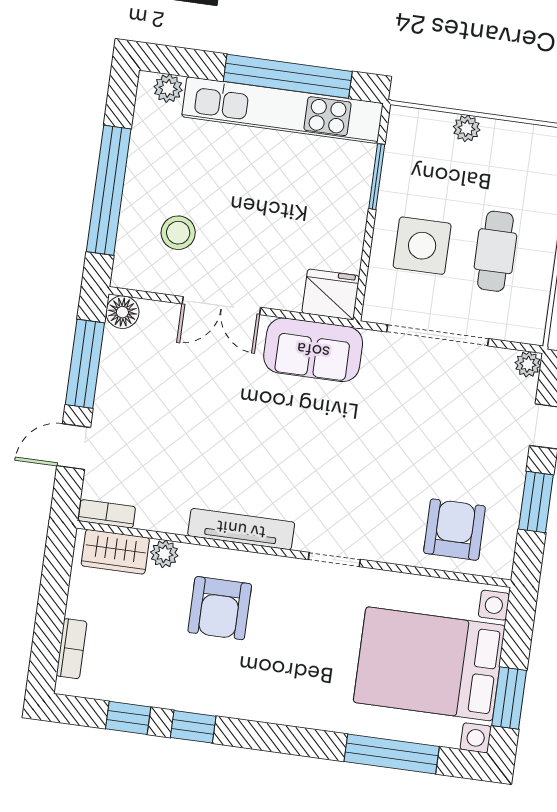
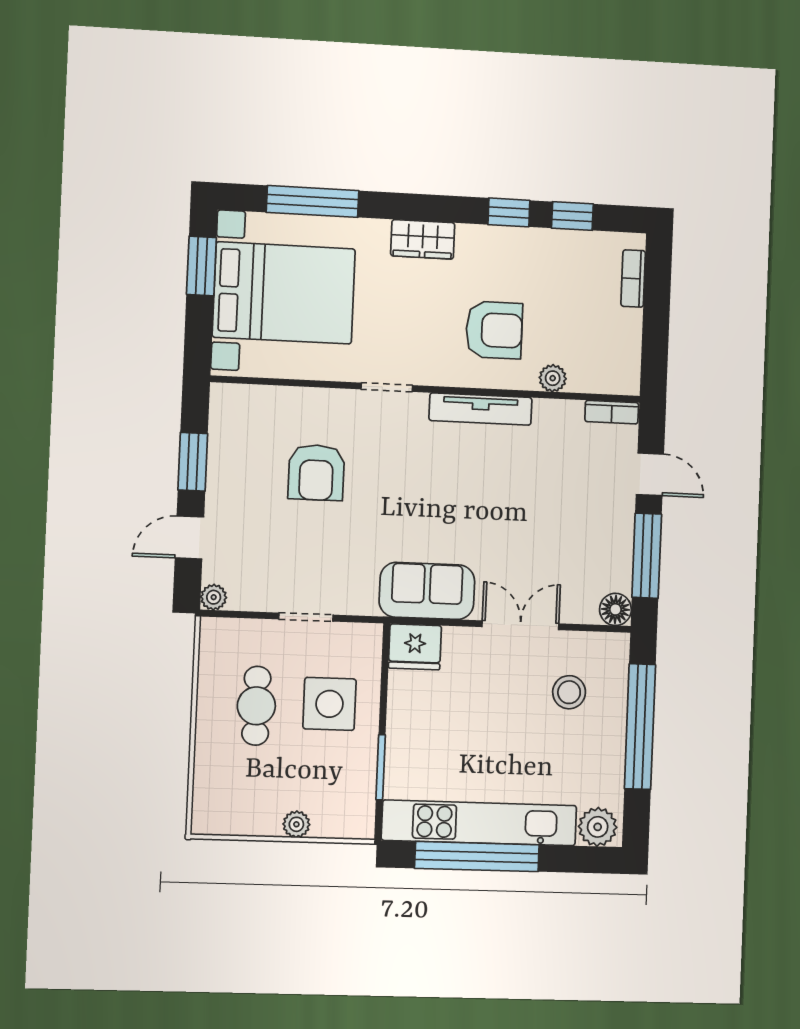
plant: (168, 88) -> (598, 827), width x1.38, depth x1.38
doorway: (438, 335) -> (306, 617), width x0.53
door: (74, 447) -> (650, 474), hinge flipped
armchair: (454, 530) -> (316, 472), moved
wardrobe: (115, 552) -> (423, 239), moved, turned 180
armchair: (220, 608) -> (494, 330), turned 90

